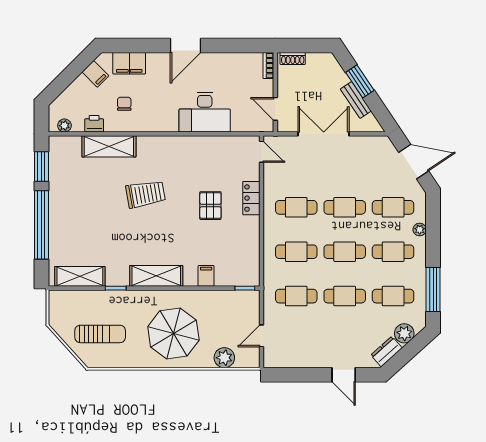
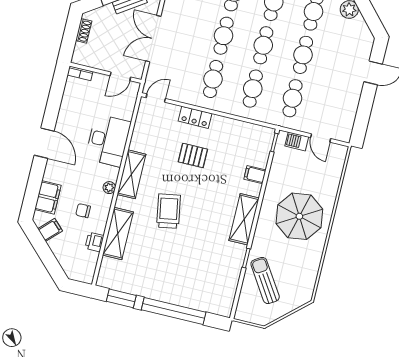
shoe rack: (293, 59) -> (84, 31), moved
plant: (64, 126) -> (109, 188), moved
shelving: (80, 276) -> (132, 174), moved
barbecue: (252, 312) -> (297, 141), added
sun lounger: (100, 334) -> (265, 280), moved, turned -33
dresser: (387, 352) -> (362, 29), removed
plant: (224, 358) -> (332, 176), removed

